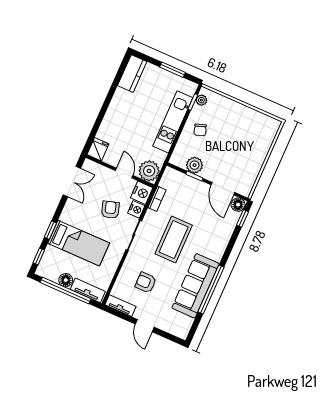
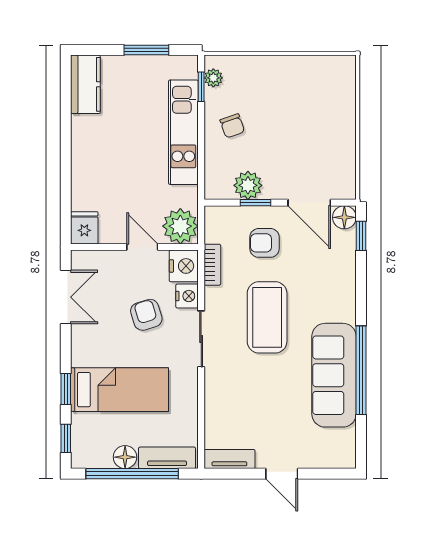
armchair: (146, 283) -> (265, 243), moved

